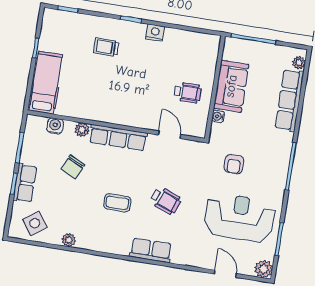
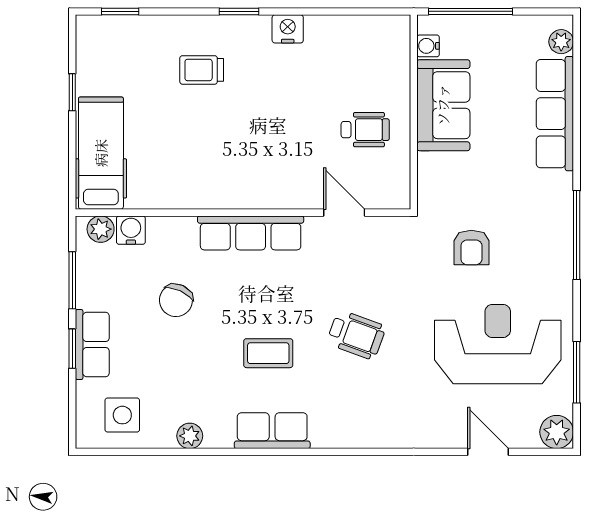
water cooler: (218, 116) -> (428, 46), moved
plant: (82, 130) -> (101, 229), moved
side table: (35, 223) -> (122, 415), turned 36
row of seats: (151, 250) -> (272, 431), moved

